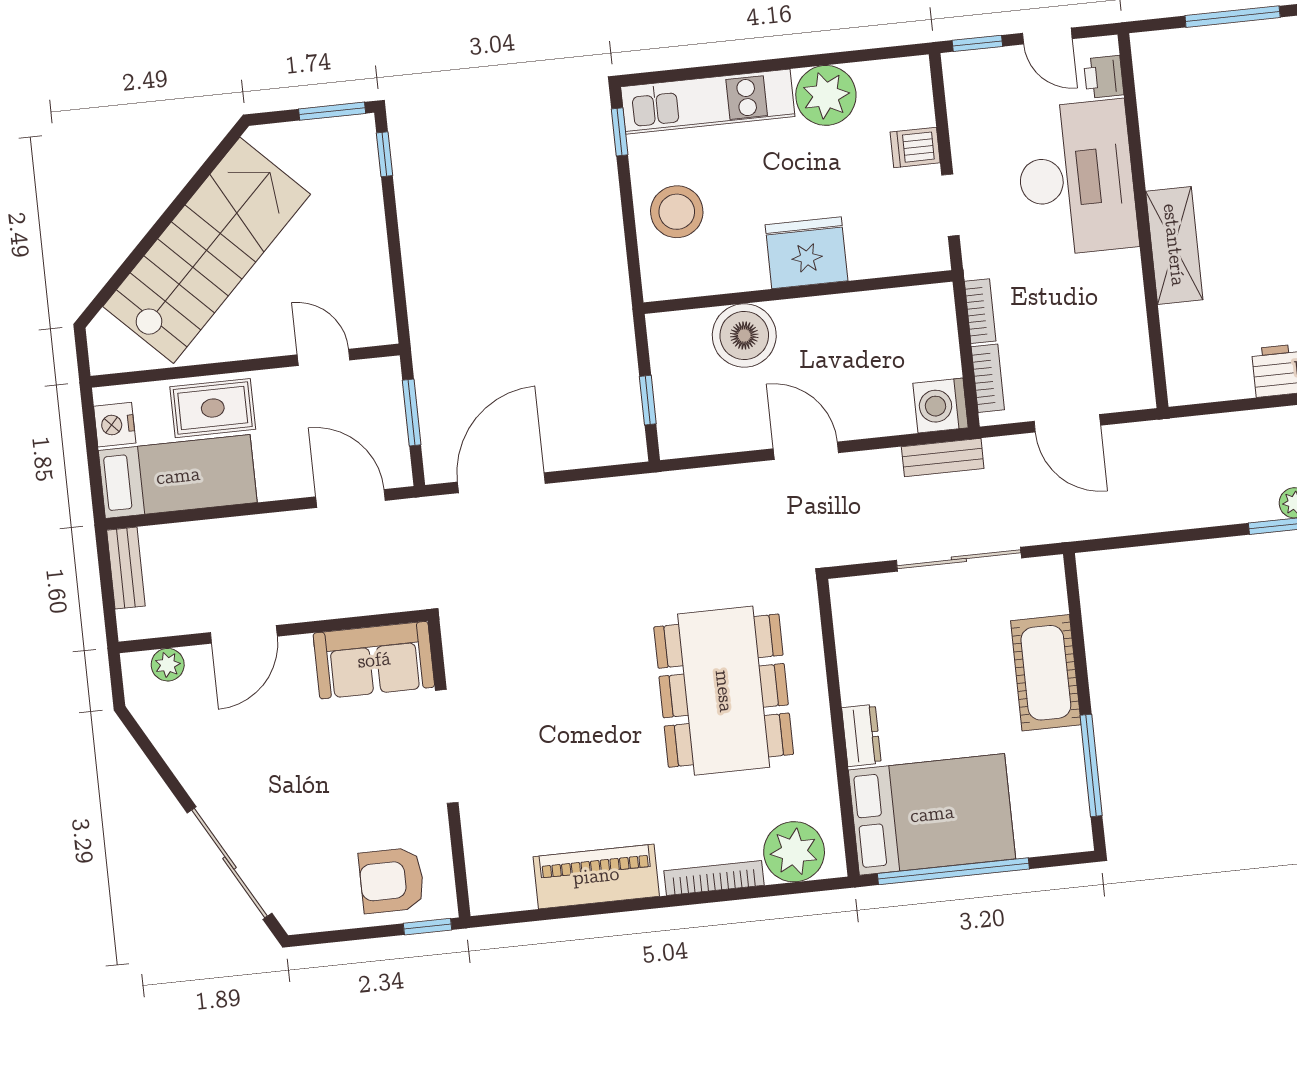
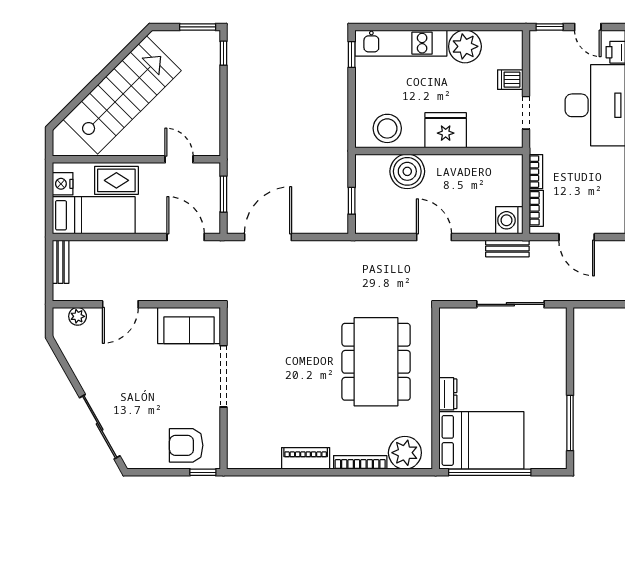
stool: (677, 212) -> (387, 128), moved
cot: (1046, 673) -> (551, 370), removed
piano: (596, 876) -> (306, 458), width x0.73, depth x0.75

